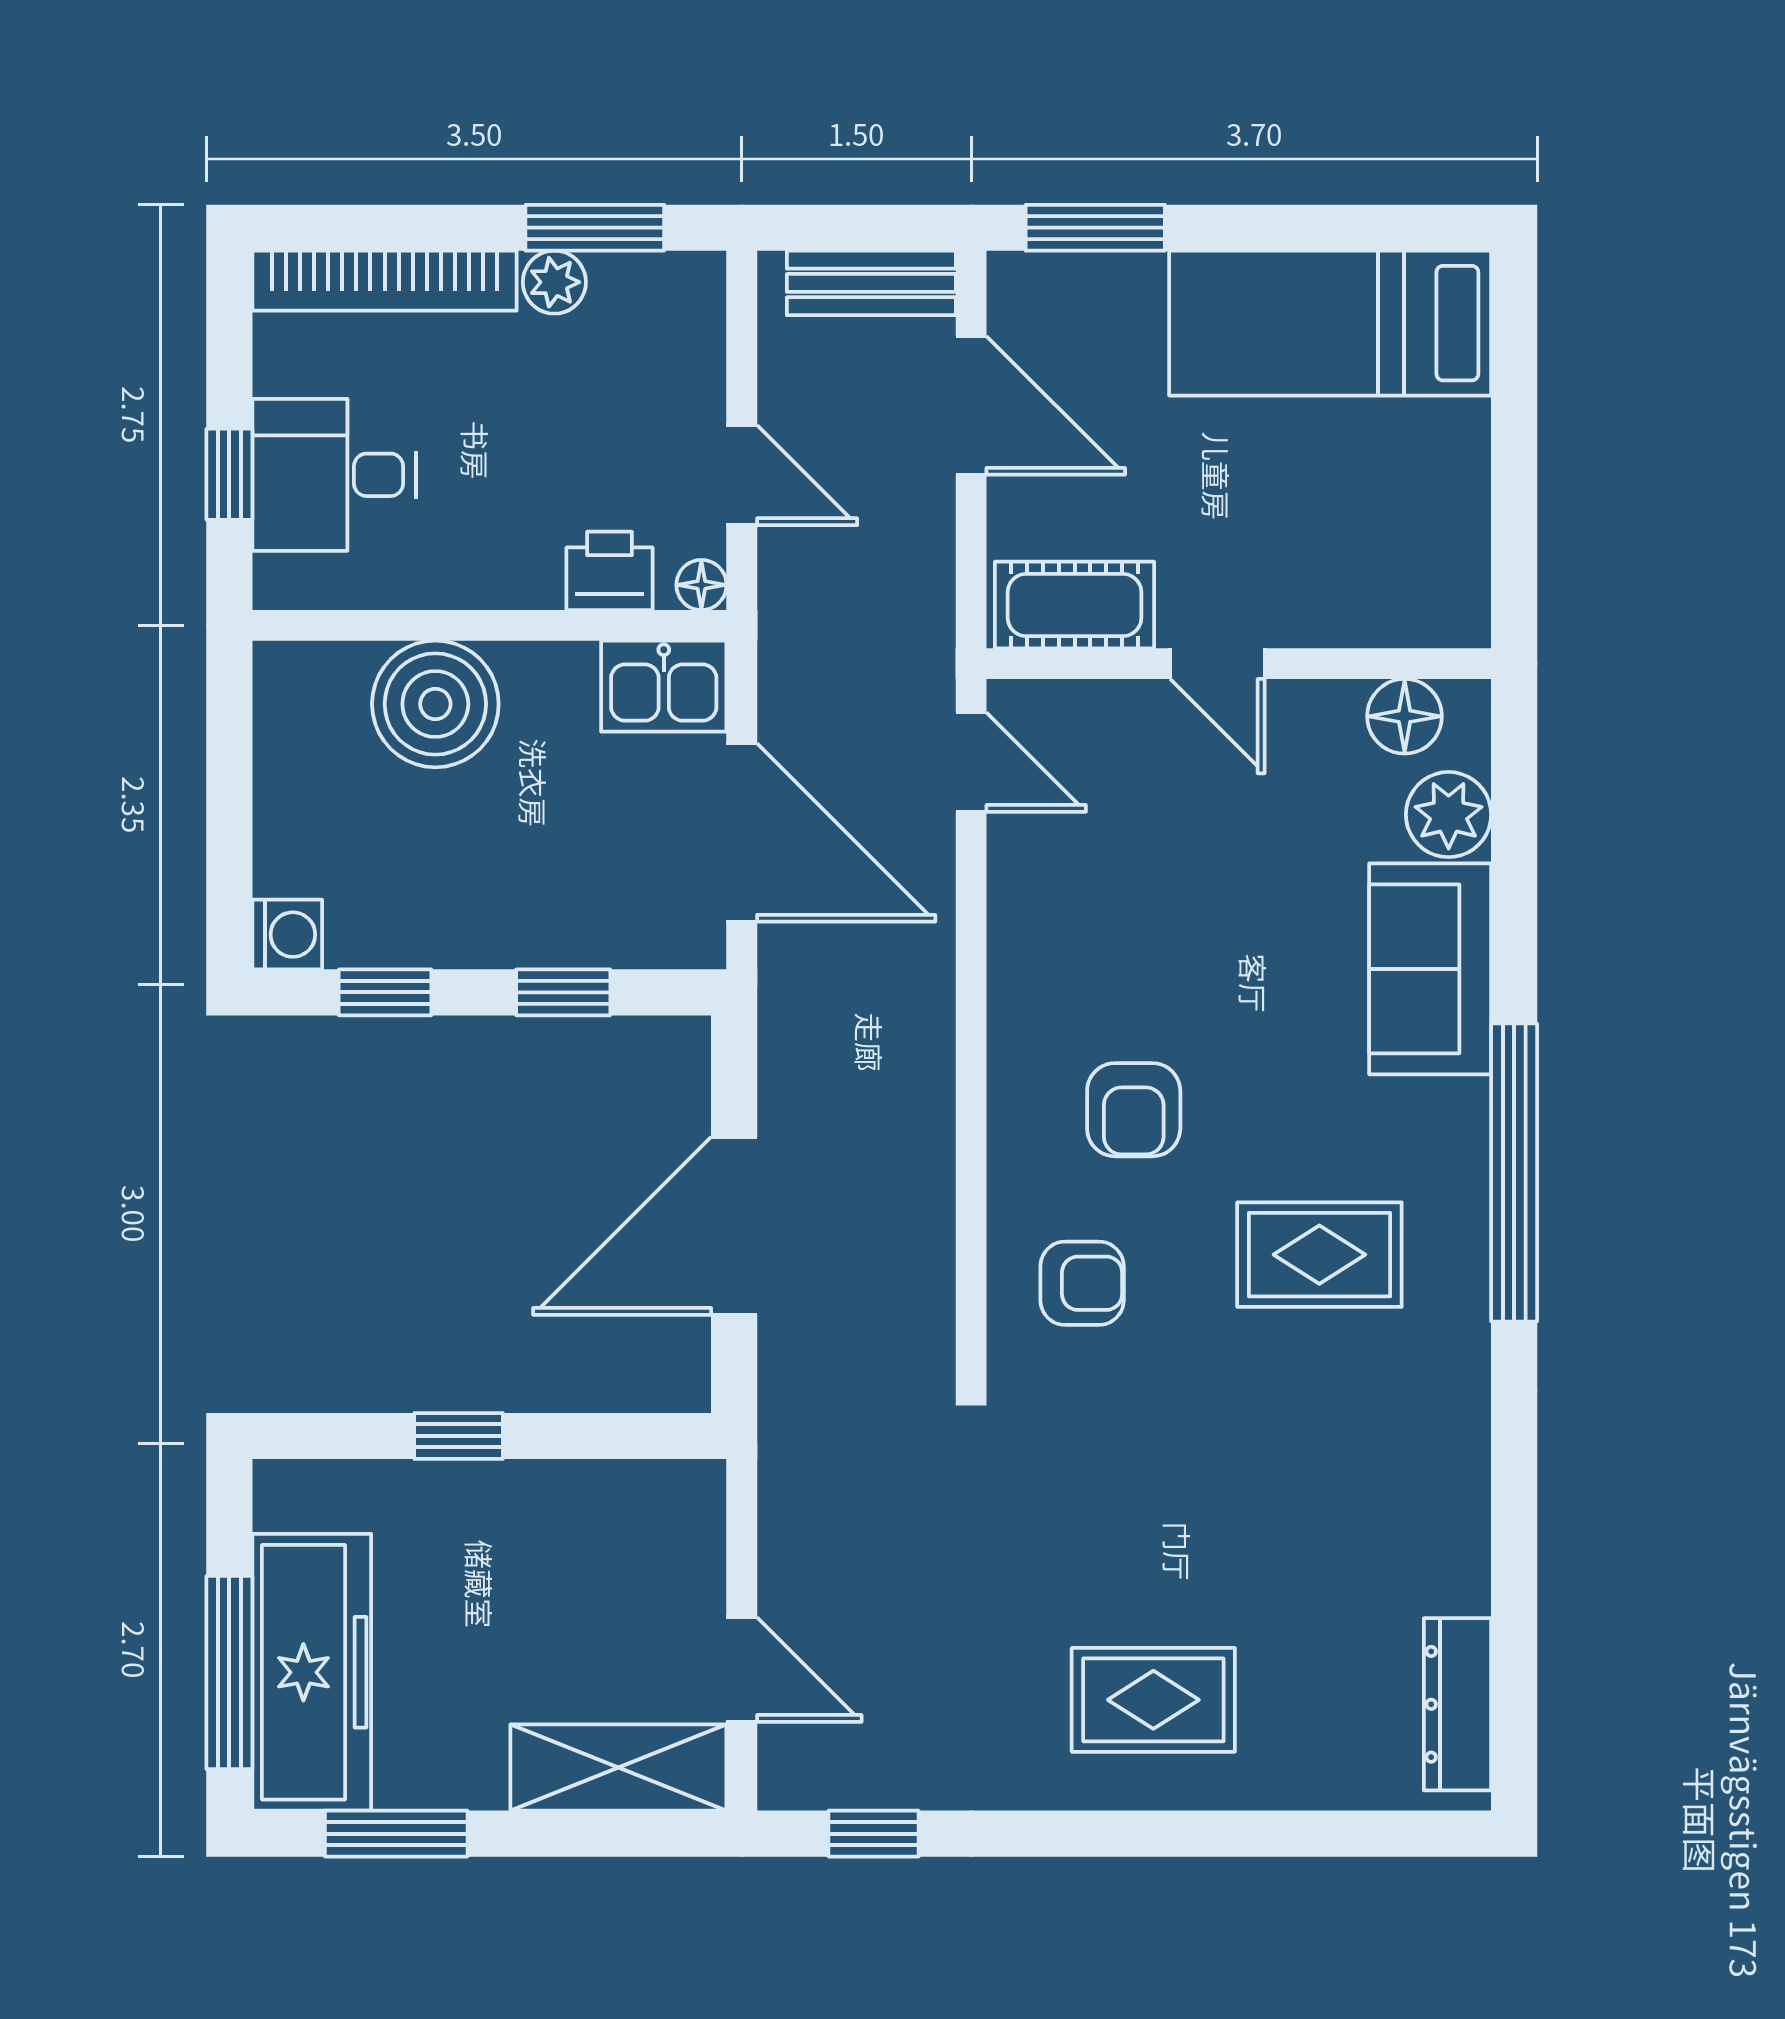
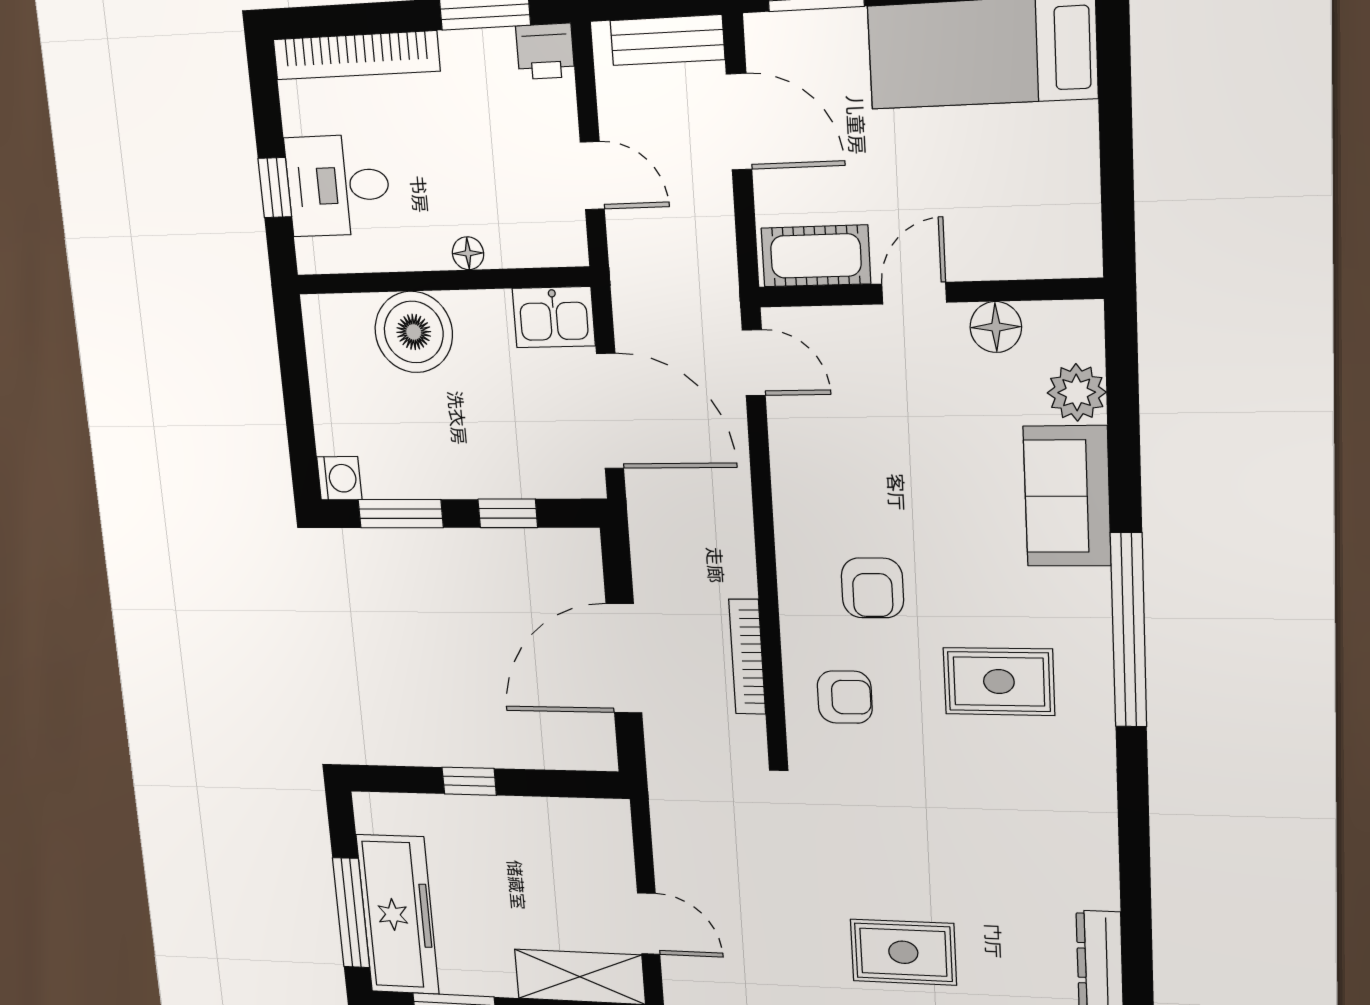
plant: (554, 282) -> (462, 51), removed
printer: (610, 571) -> (545, 51), moved, turned 180
floor lamp: (701, 585) -> (468, 253), moved
door: (1217, 664) -> (914, 293), swing flipped
floor lamp: (1405, 716) -> (996, 327), moved
window: (385, 992) -> (401, 514), width x1.50
bookcase: (932, 1221) -> (747, 657), added

